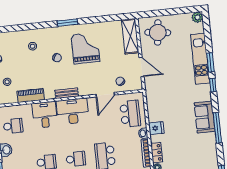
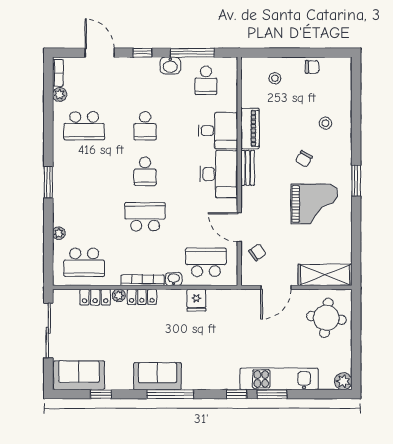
piano: (31, 95) -> (250, 129), moved
school desk: (130, 114) -> (206, 262), turned 180
sofa: (205, 117) -> (157, 376), moved
fridge: (156, 128) -> (196, 300), moved

